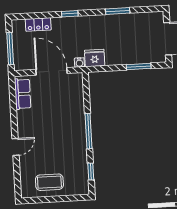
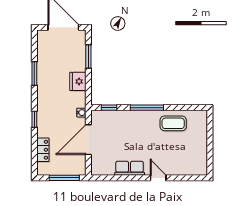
fridge: (95, 58) -> (78, 81), moved
row of seats: (23, 94) -> (130, 168), moved
window: (91, 171) -> (109, 108), moved
coffee table: (49, 182) -> (173, 123), moved, turned 90

